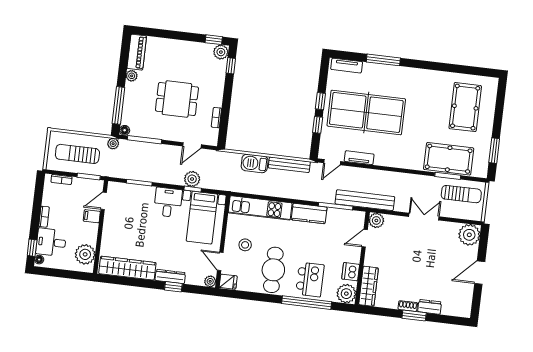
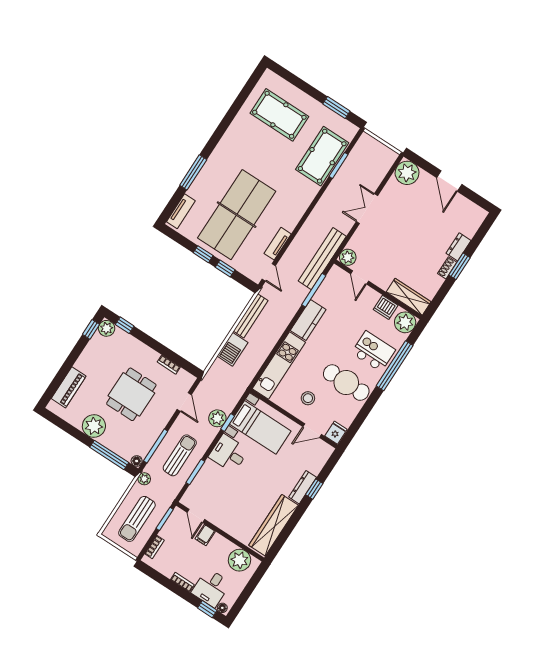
piano: (137, 52) -> (69, 387), moved, turned 90
plant: (132, 76) -> (94, 426), width x1.87, depth x1.87
sun lounger: (461, 194) -> (180, 455), moved
plant: (210, 281) -> (327, 450), removed

